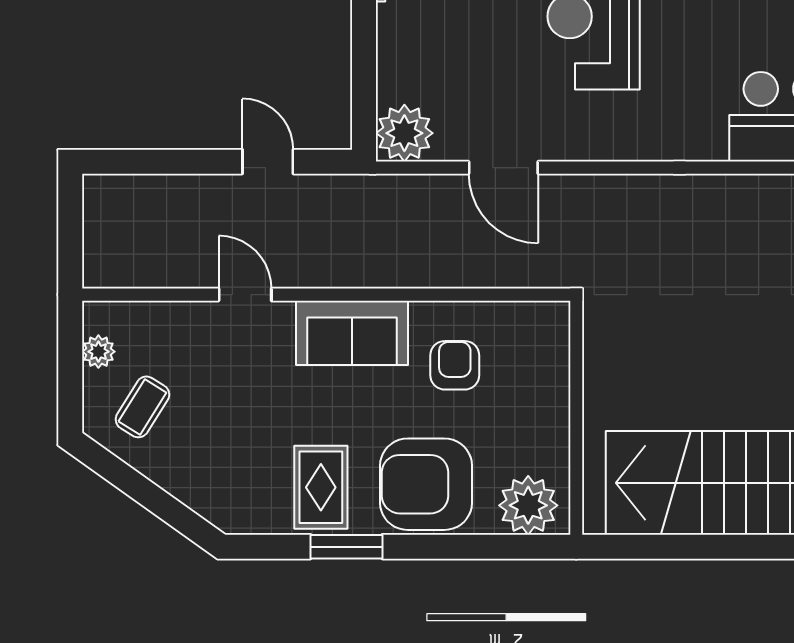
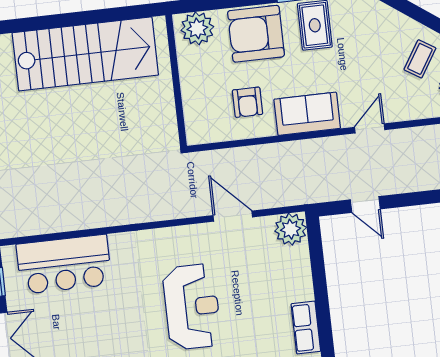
door: (245, 295) -> (370, 128), swing flipped
armchair: (426, 484) -> (256, 34), turned 180

